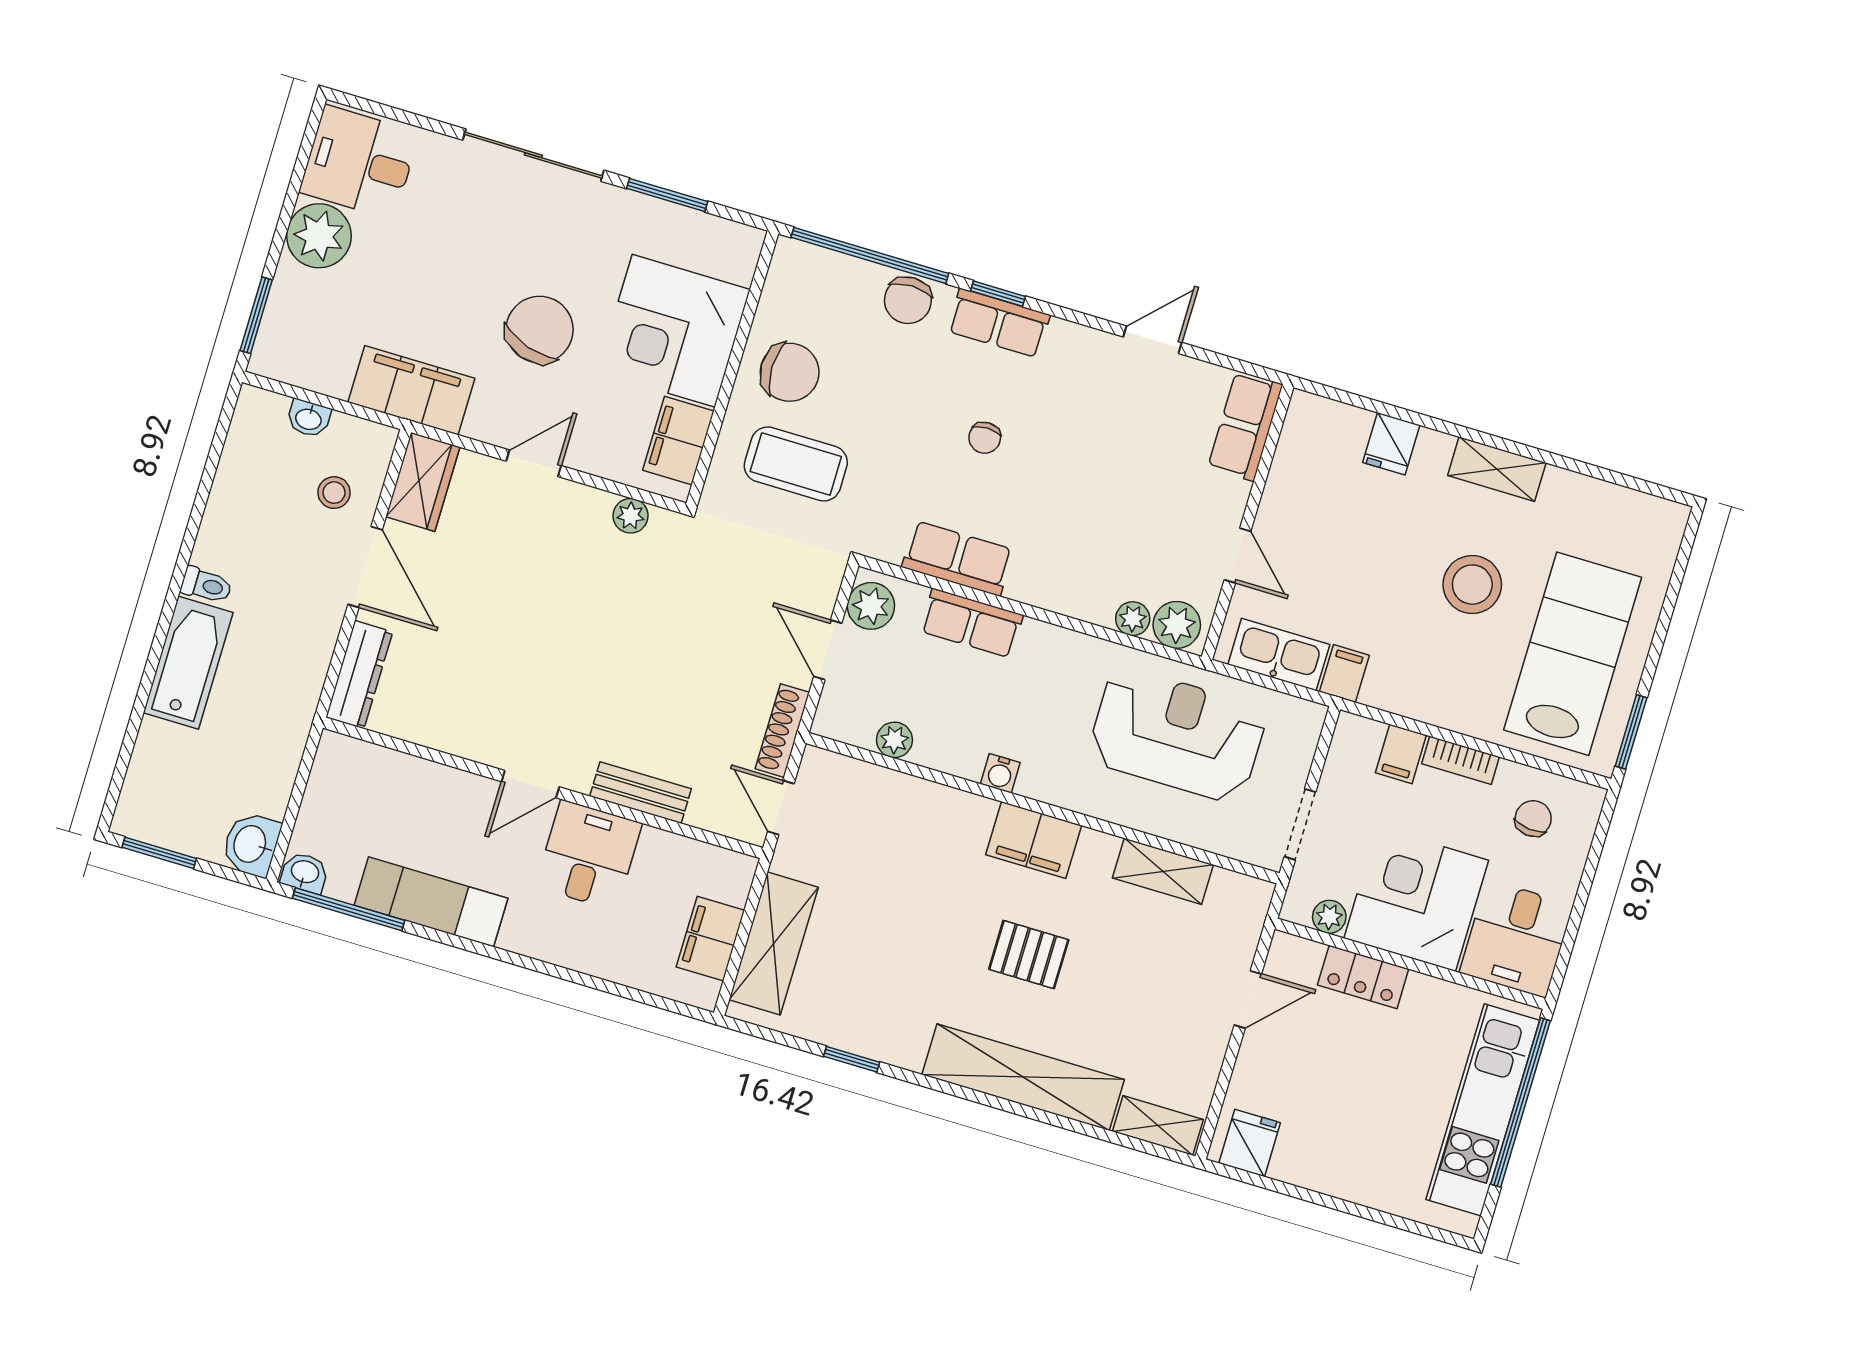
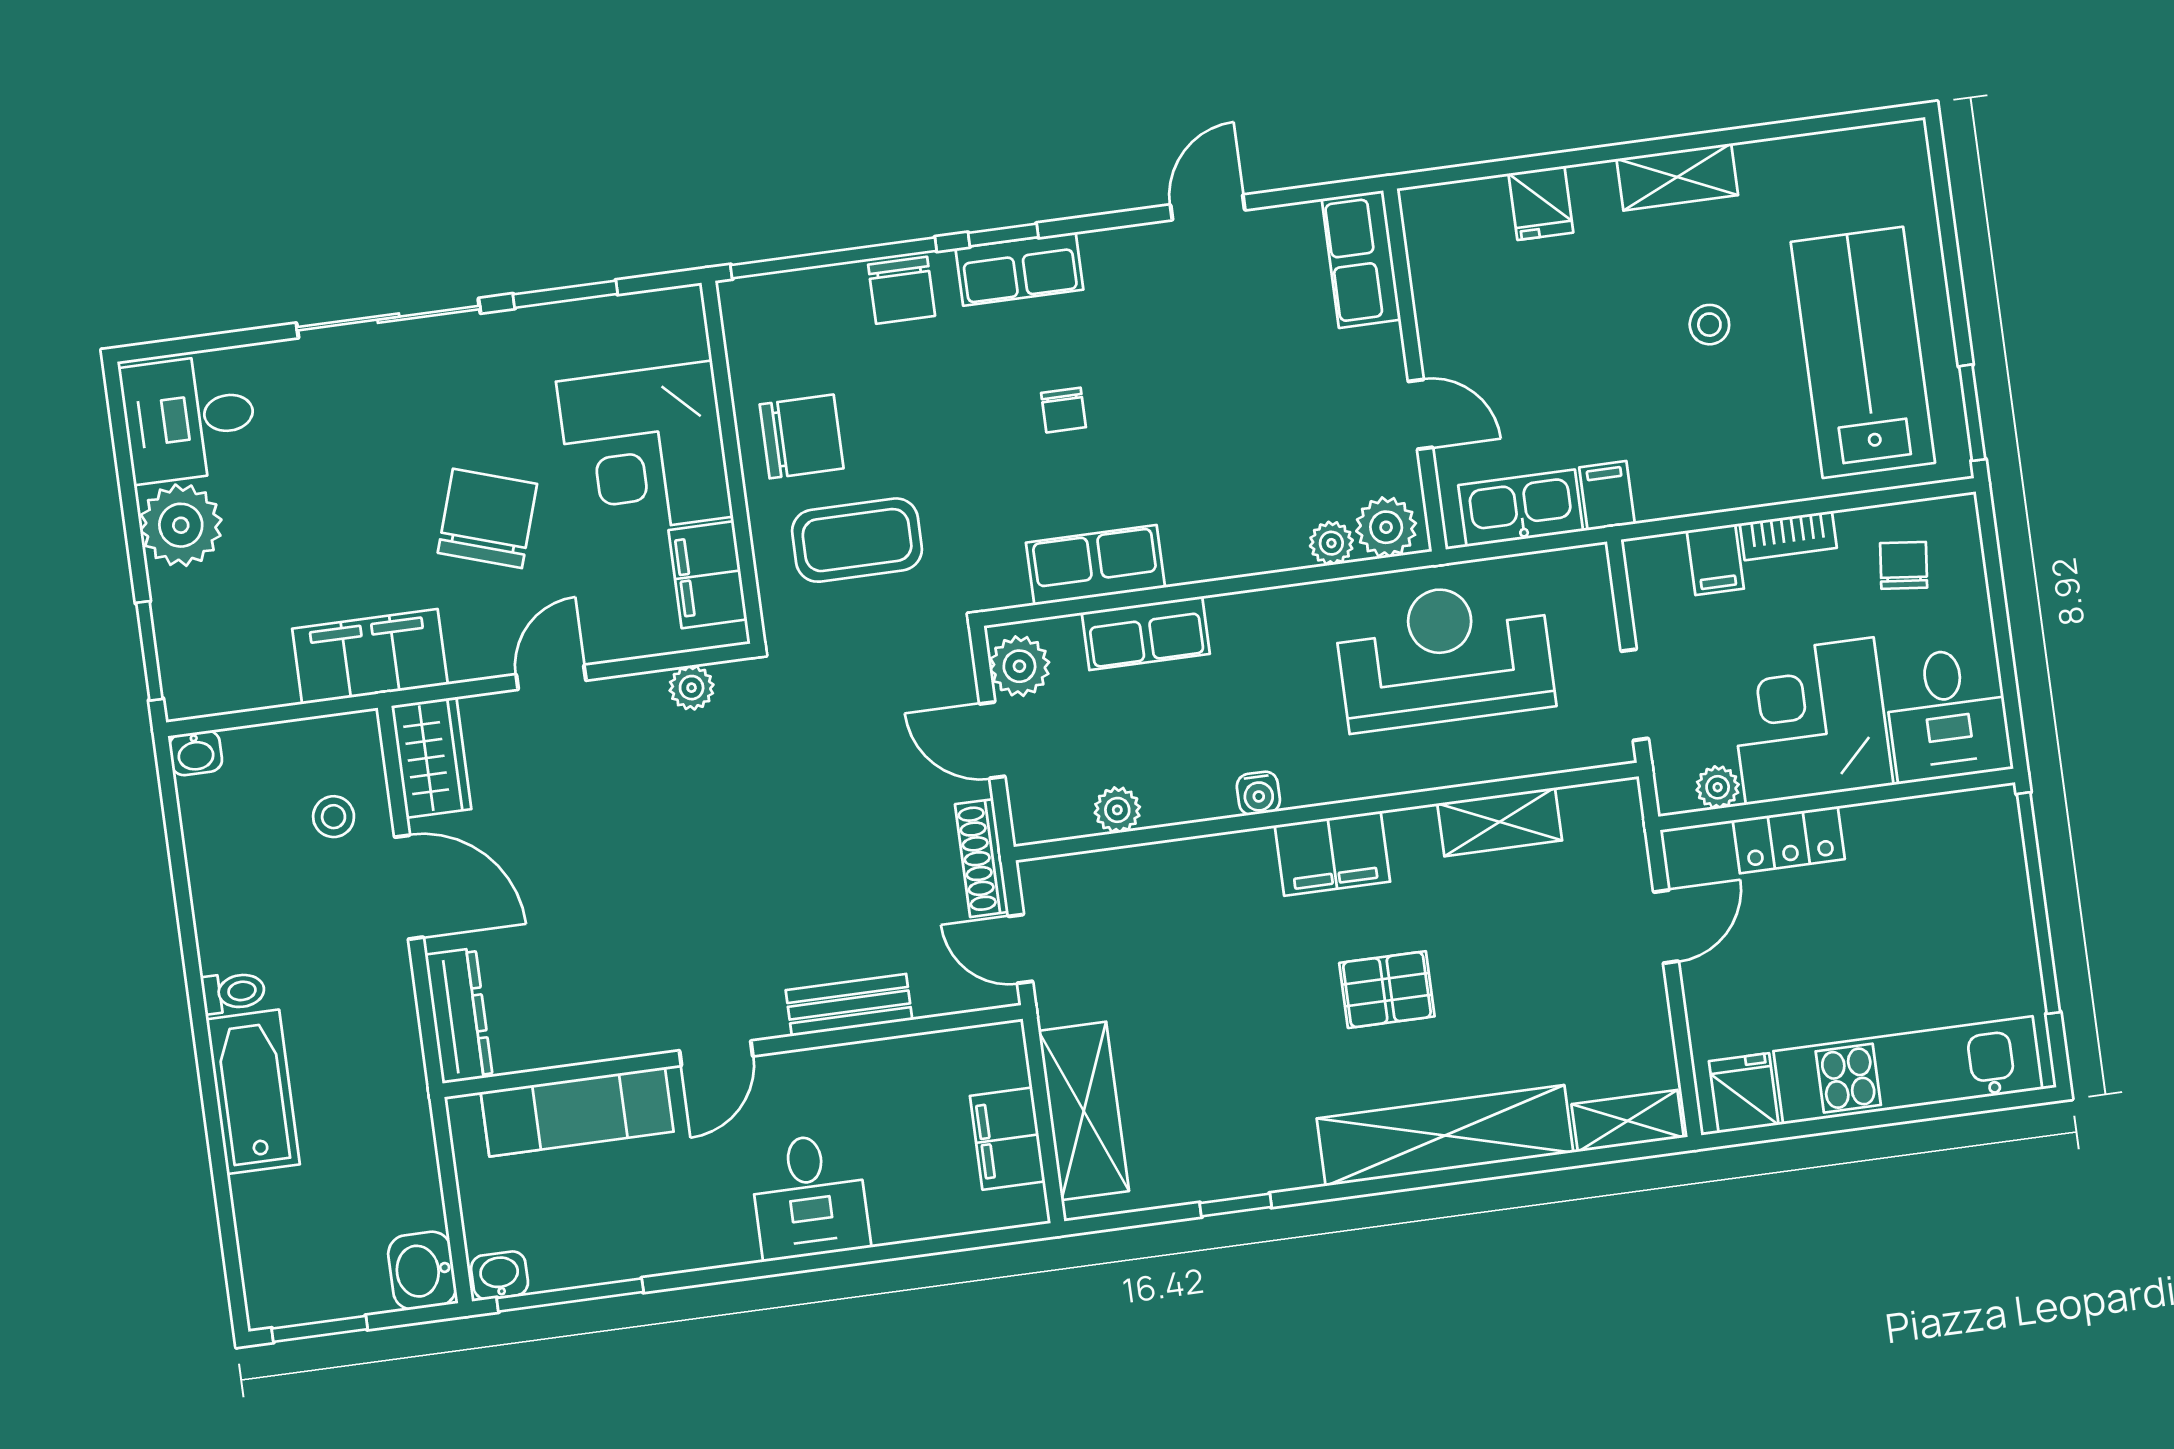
washbasin: (309, 418) -> (196, 753), moved
stool: (1472, 585) -> (1709, 325), width x0.53, depth x0.53
desk: (589, 855) -> (809, 1196), moved, turned 180
exam couch: (431, 902) -> (577, 1112), moved, turned 180
kitchen unit: (1483, 1110) -> (1908, 1070), moved, turned 90

